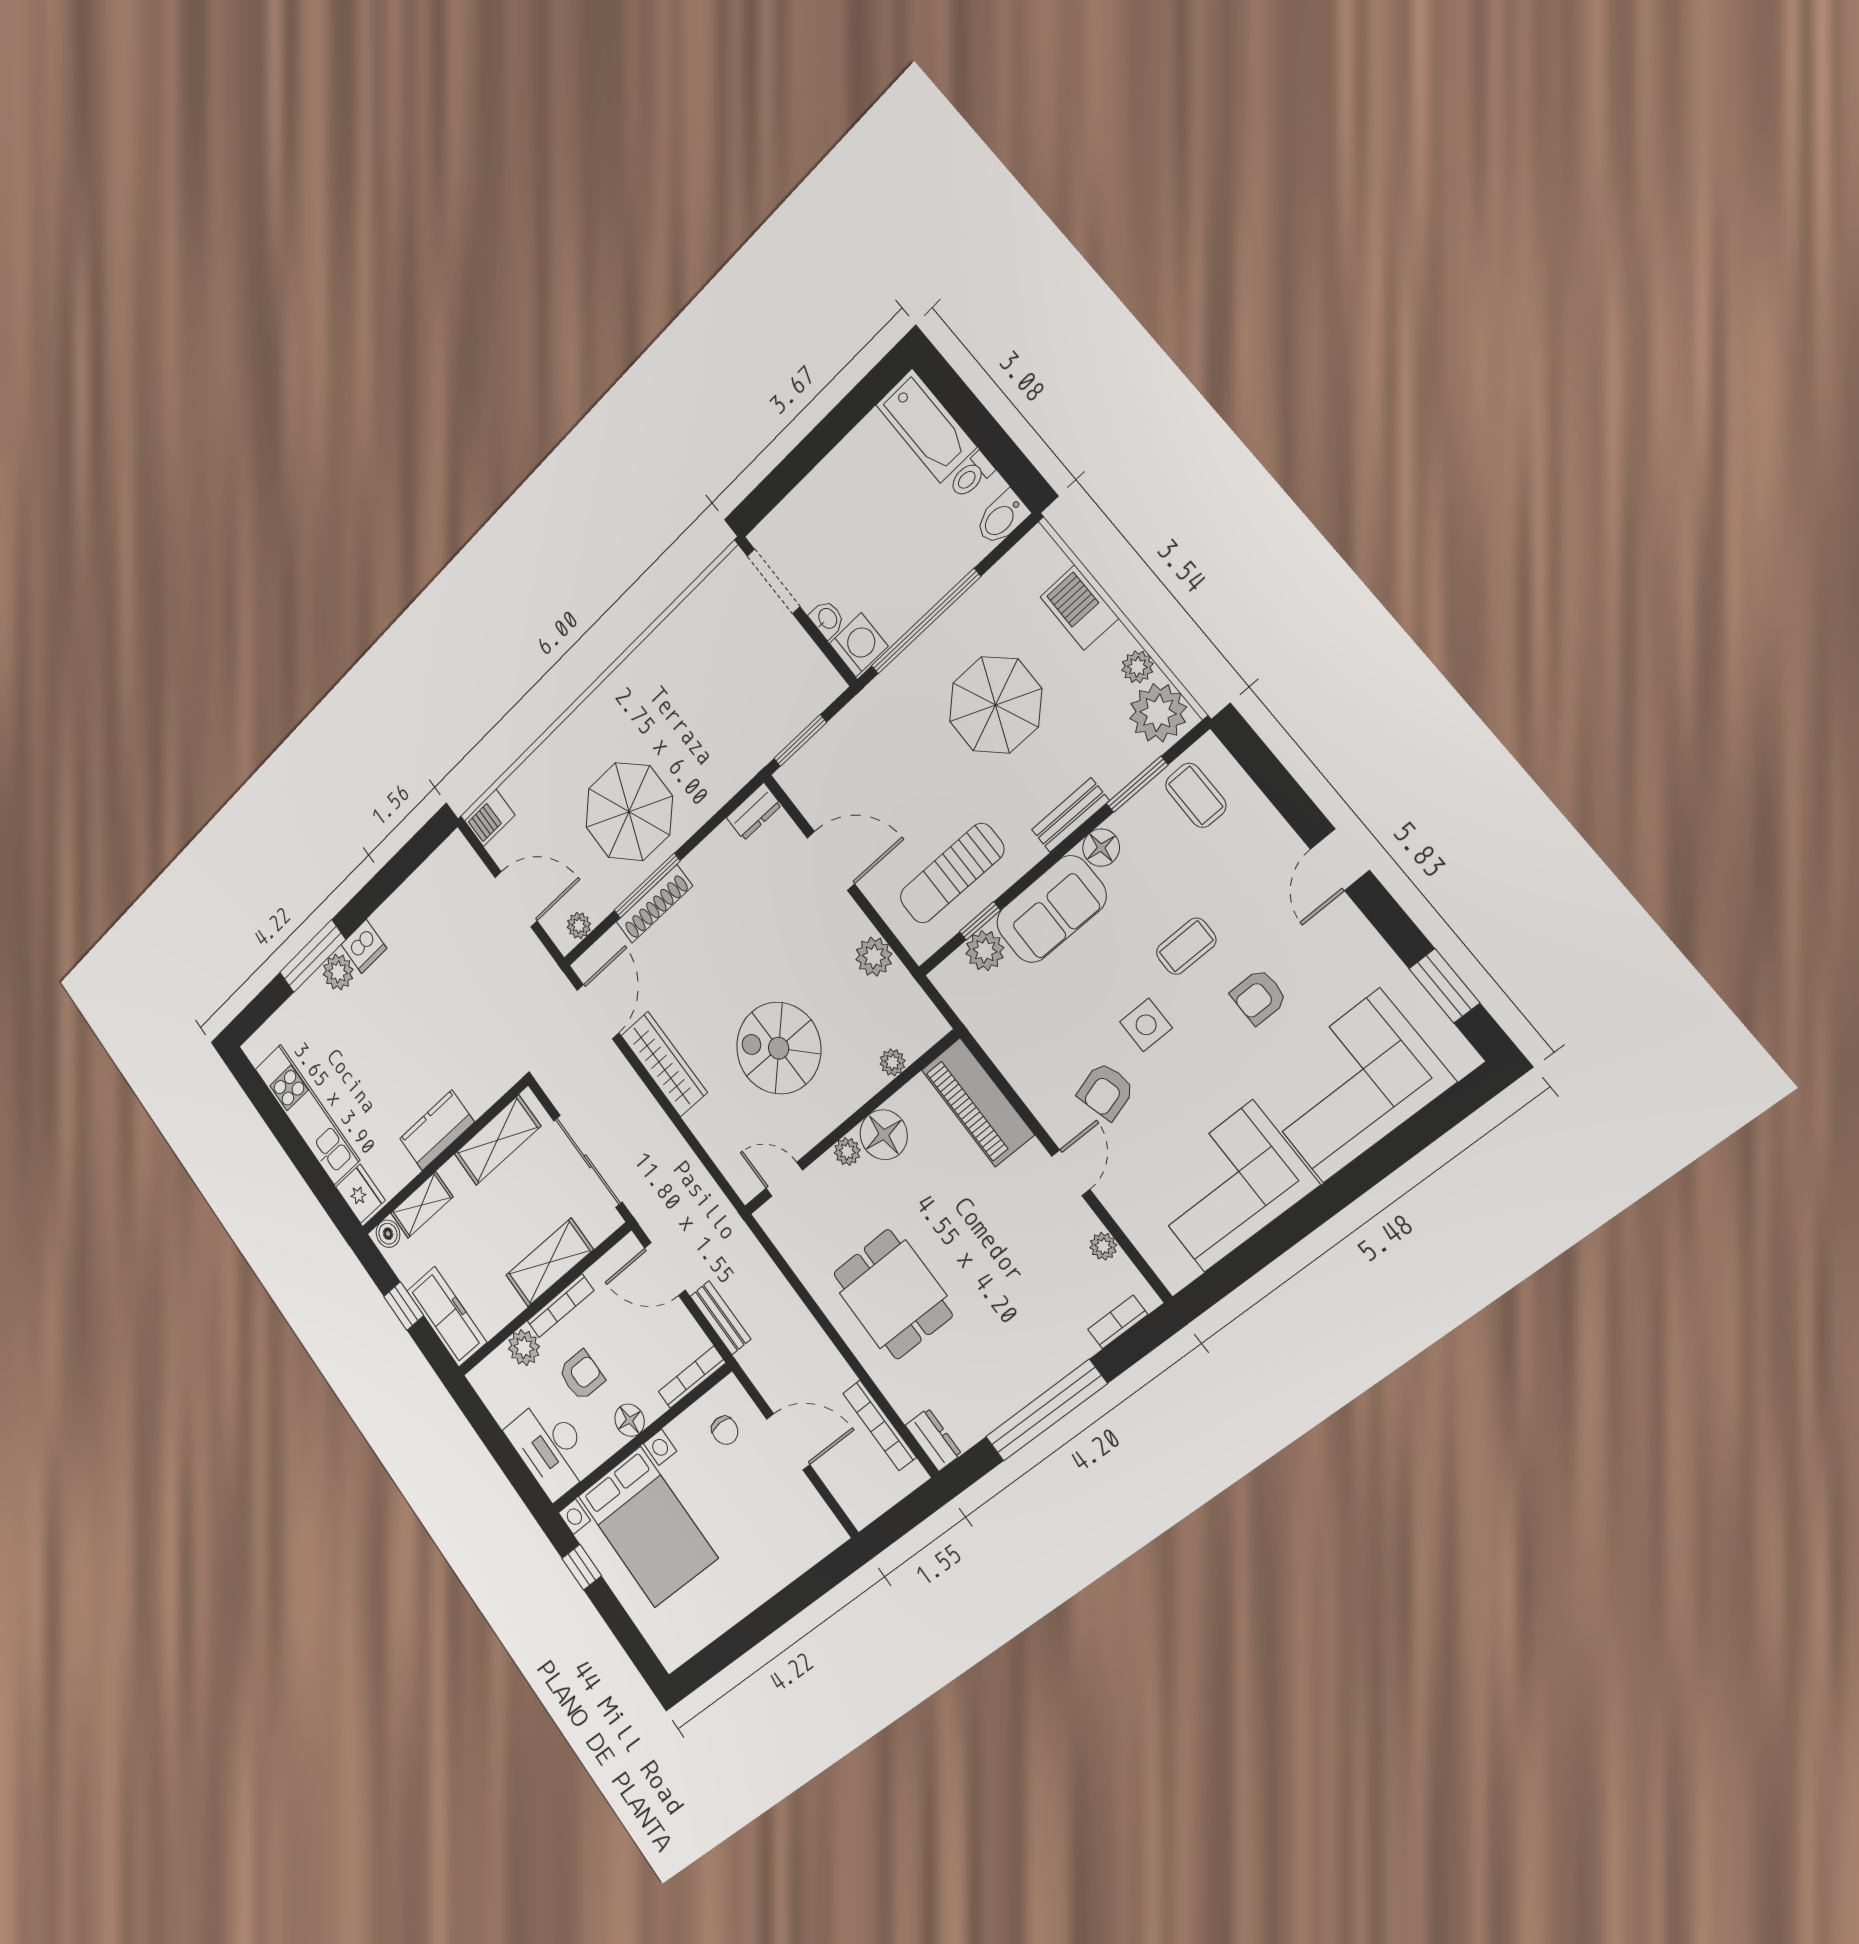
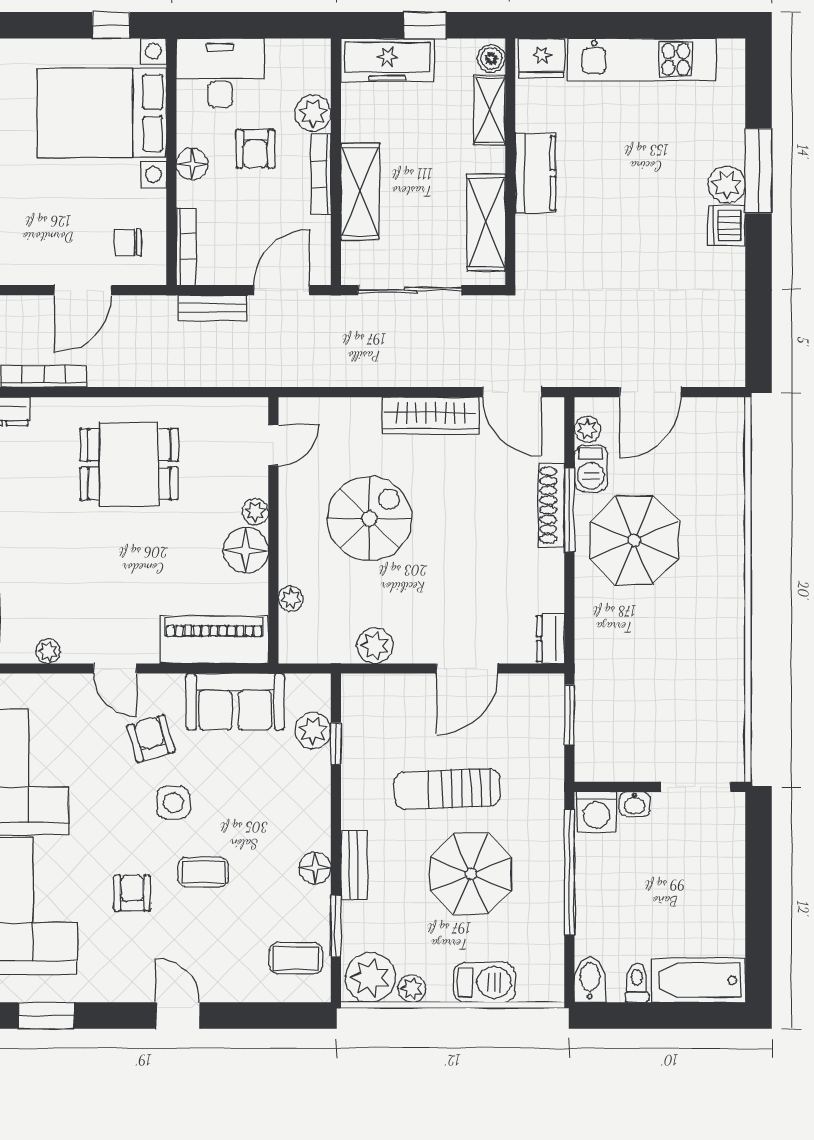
barbecue: (490, 818) -> (591, 468), moved, turned 180
sun lounger: (952, 873) -> (447, 789), moved, turned -92
sofa: (1051, 909) -> (235, 702), moved, turned -90
coffee table: (1186, 946) -> (203, 872), turned 90

